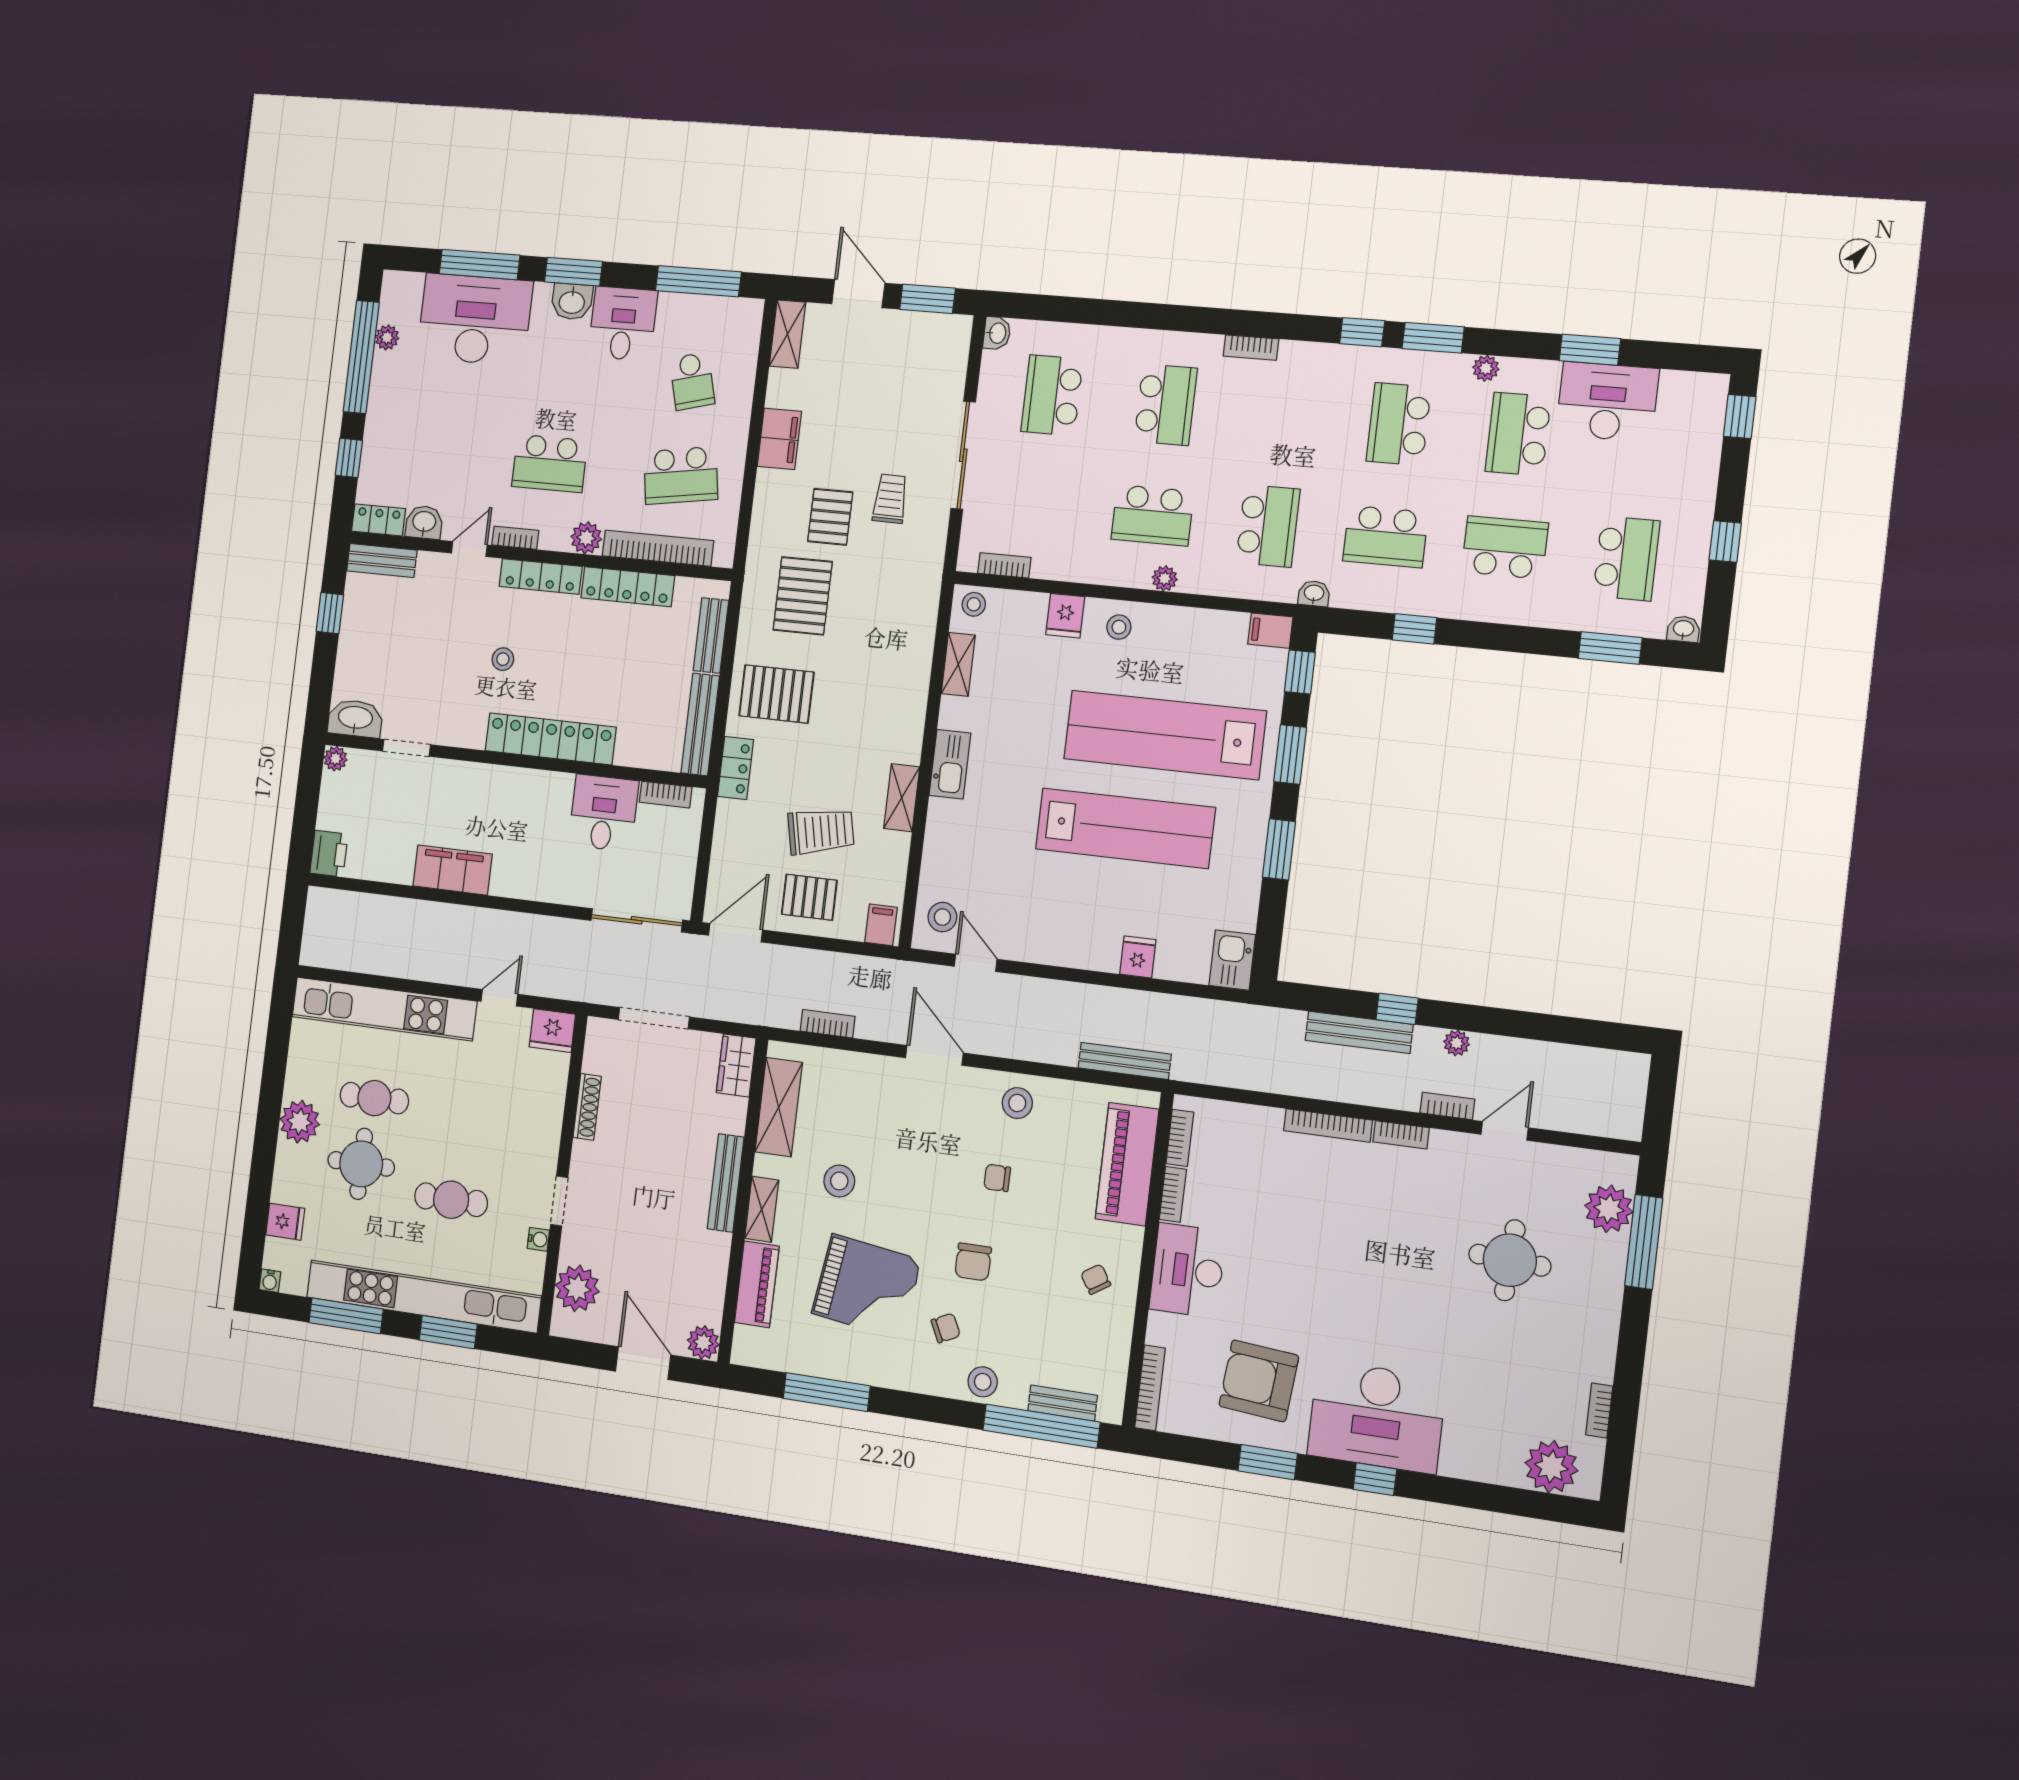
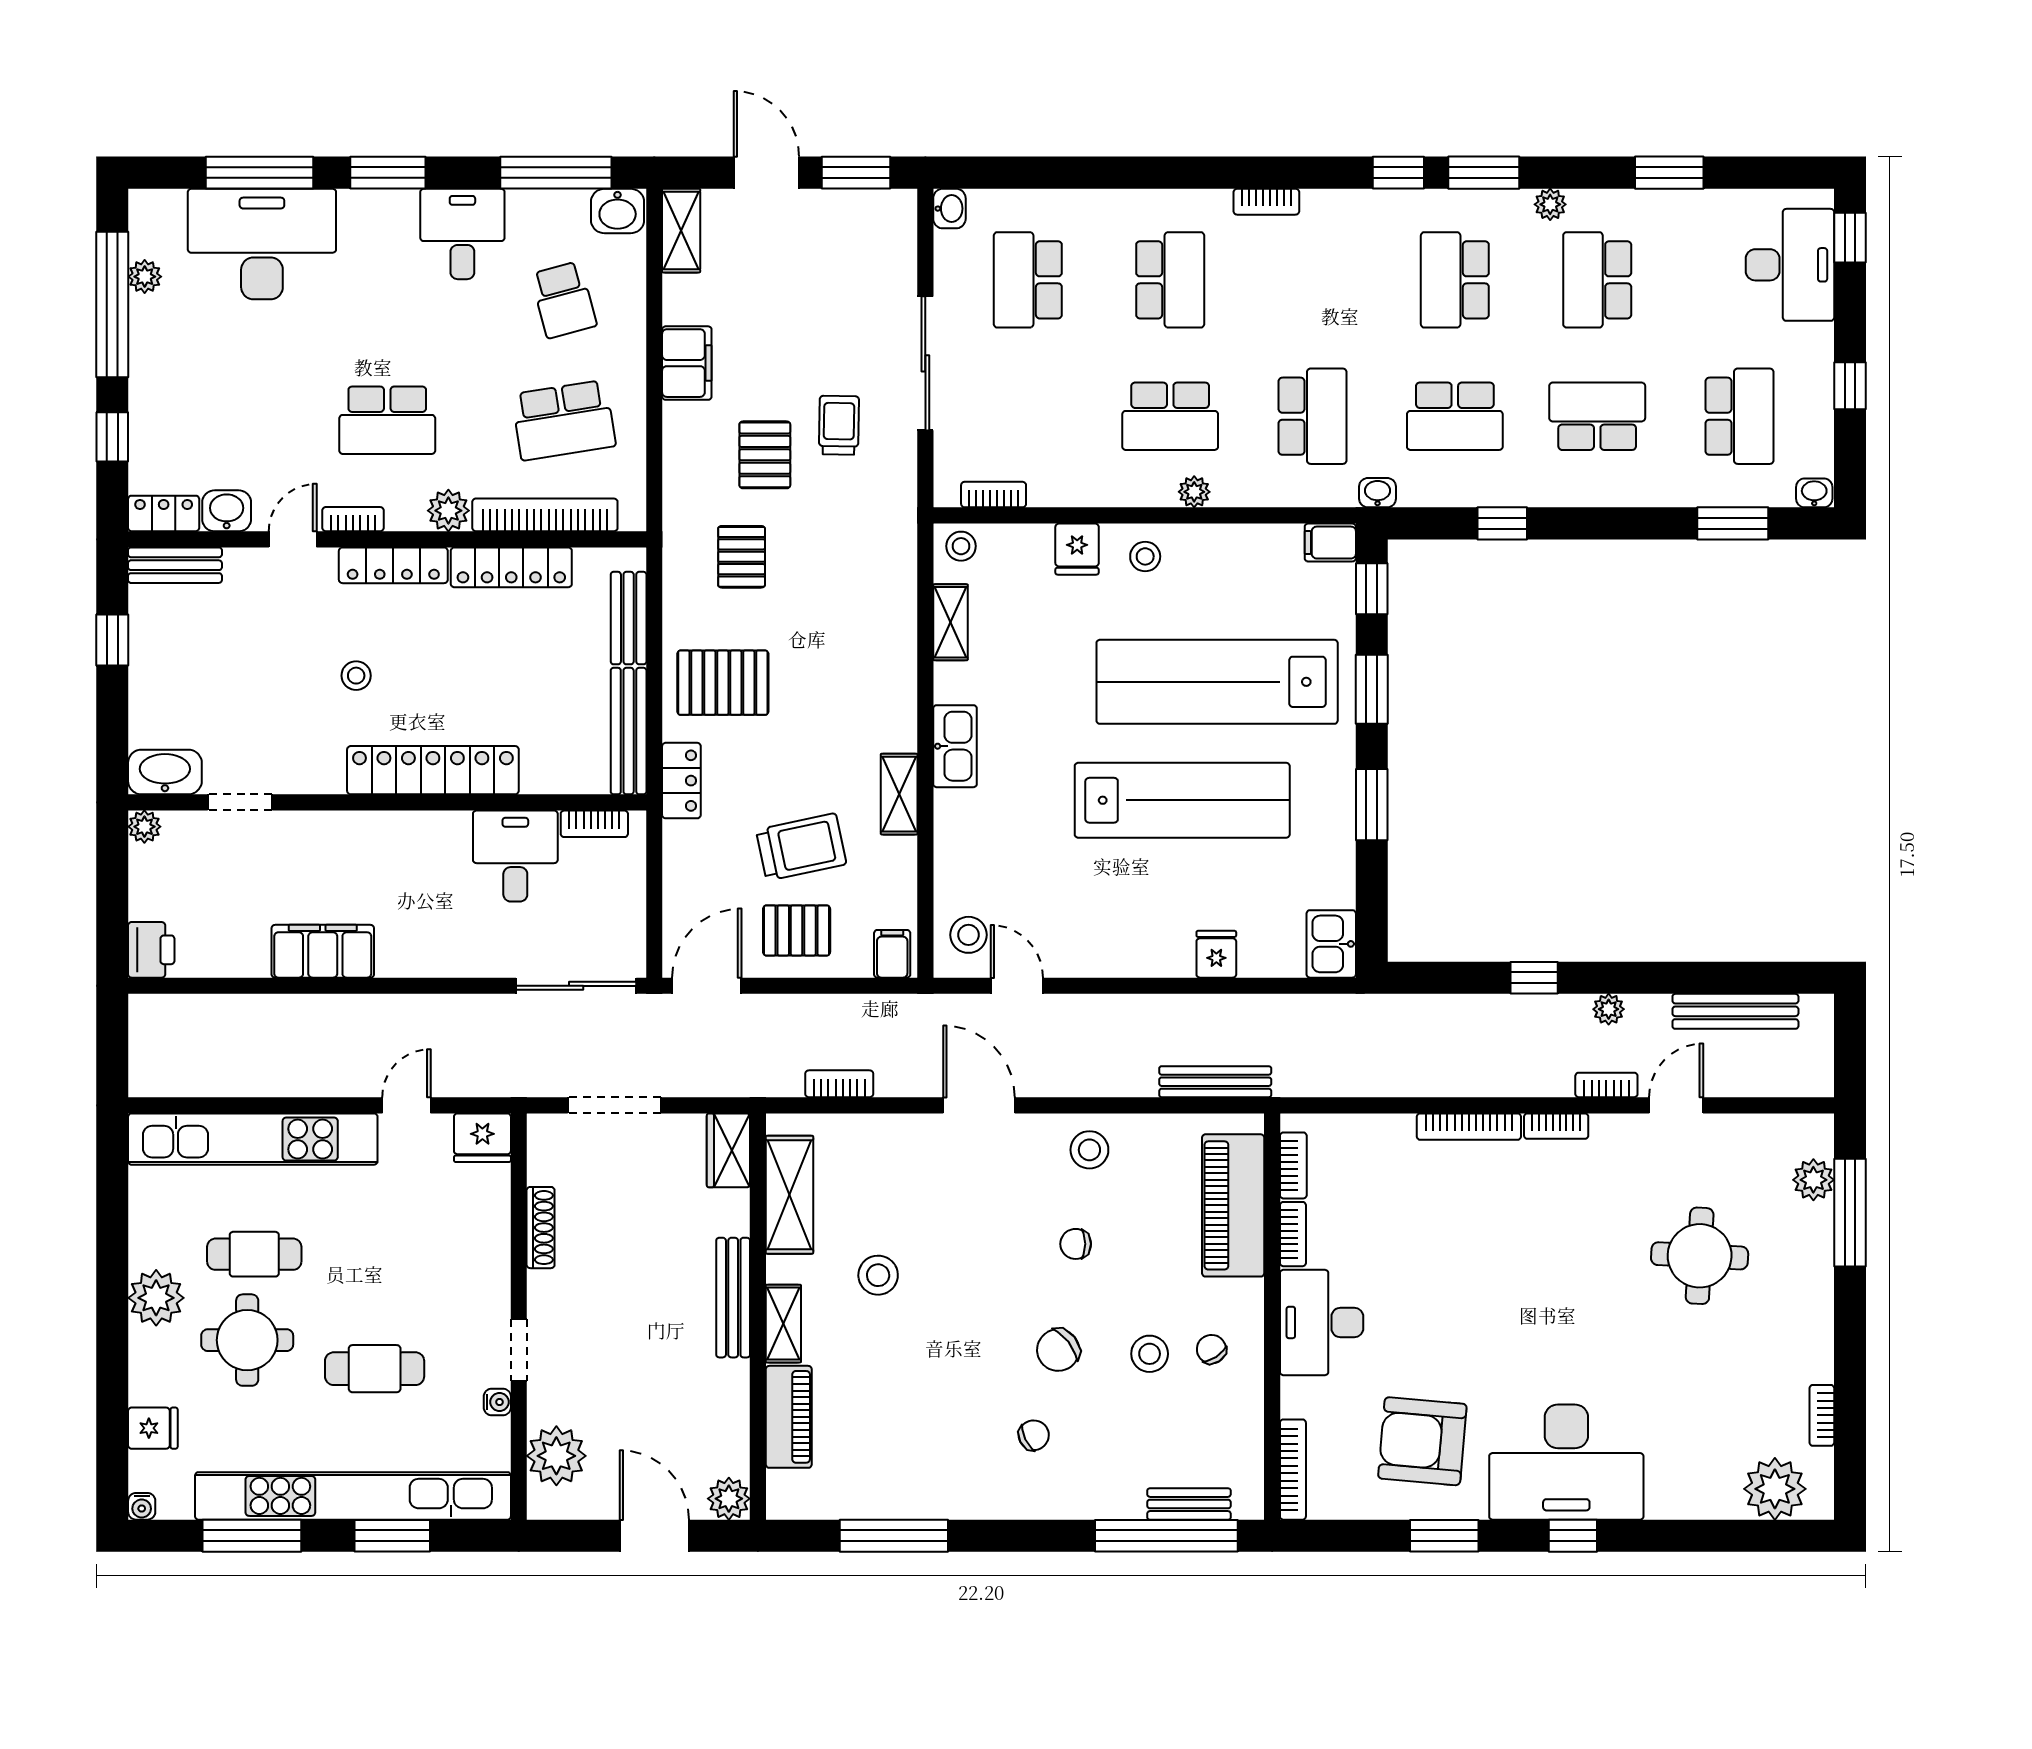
washbasin: (572, 302) -> (618, 211), moved
desk: (1607, 402) -> (1790, 265), moved, turned 90
pallet: (803, 596) -> (742, 557), width x0.67, depth x0.71
bench: (1359, 1032) -> (1735, 1011), moved
plant: (1609, 1209) -> (1813, 1180), width x0.73, depth x0.73
chair: (973, 1262) -> (1058, 1350), turned 52
grand piano: (866, 1287) -> (928, 1400), removed
stool: (983, 1382) -> (1150, 1354), moved

